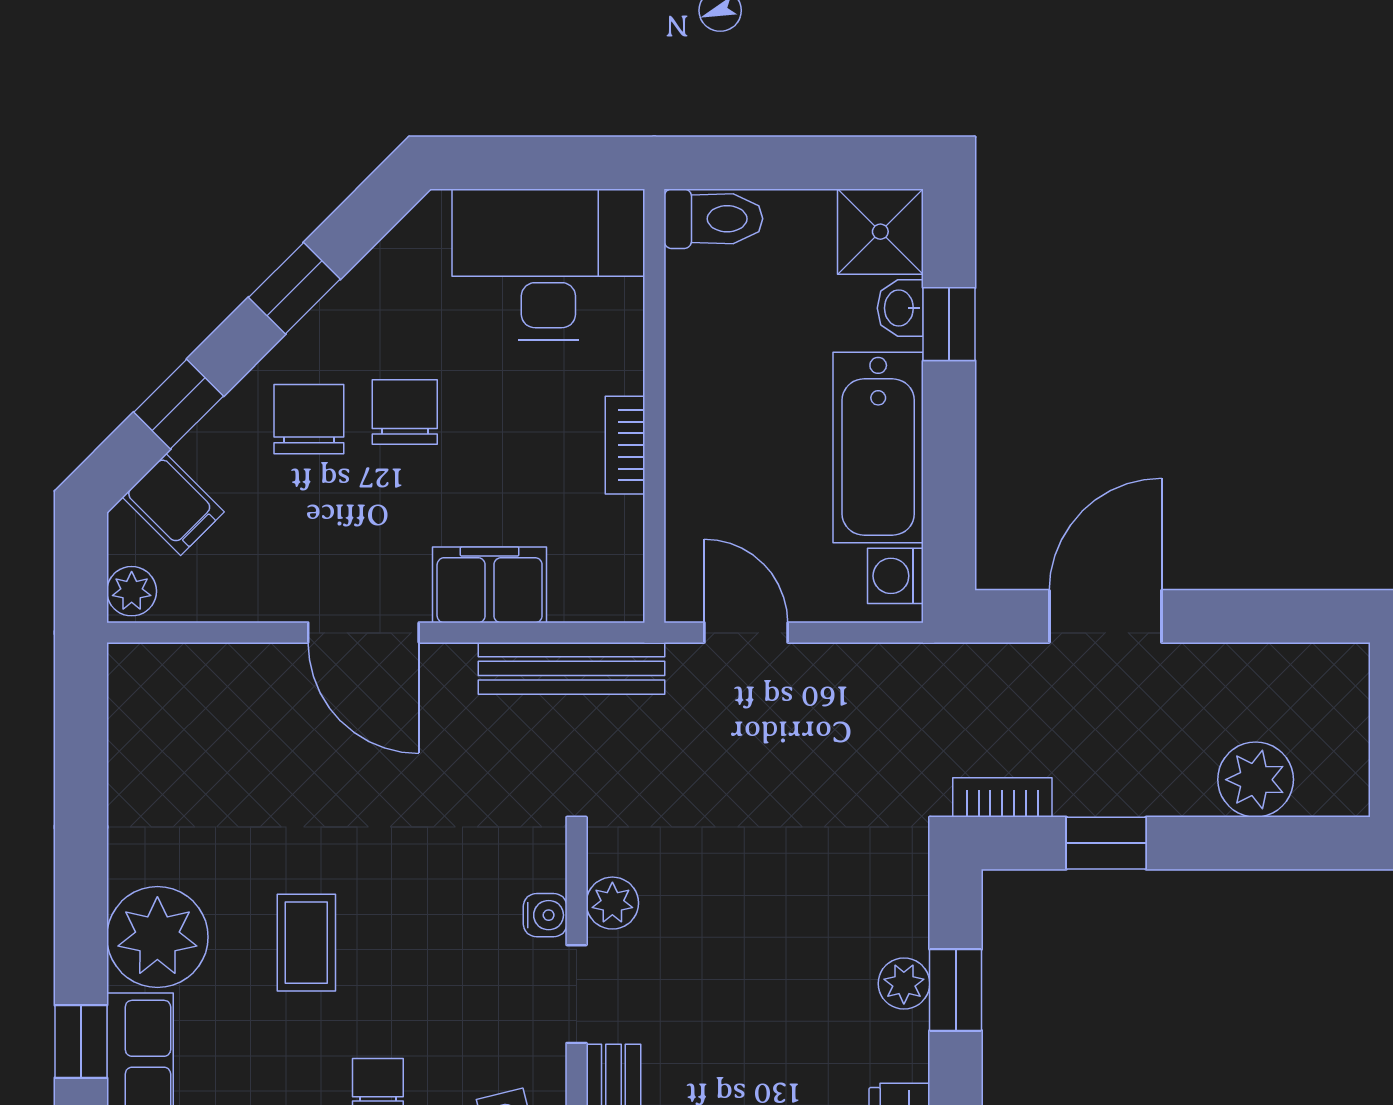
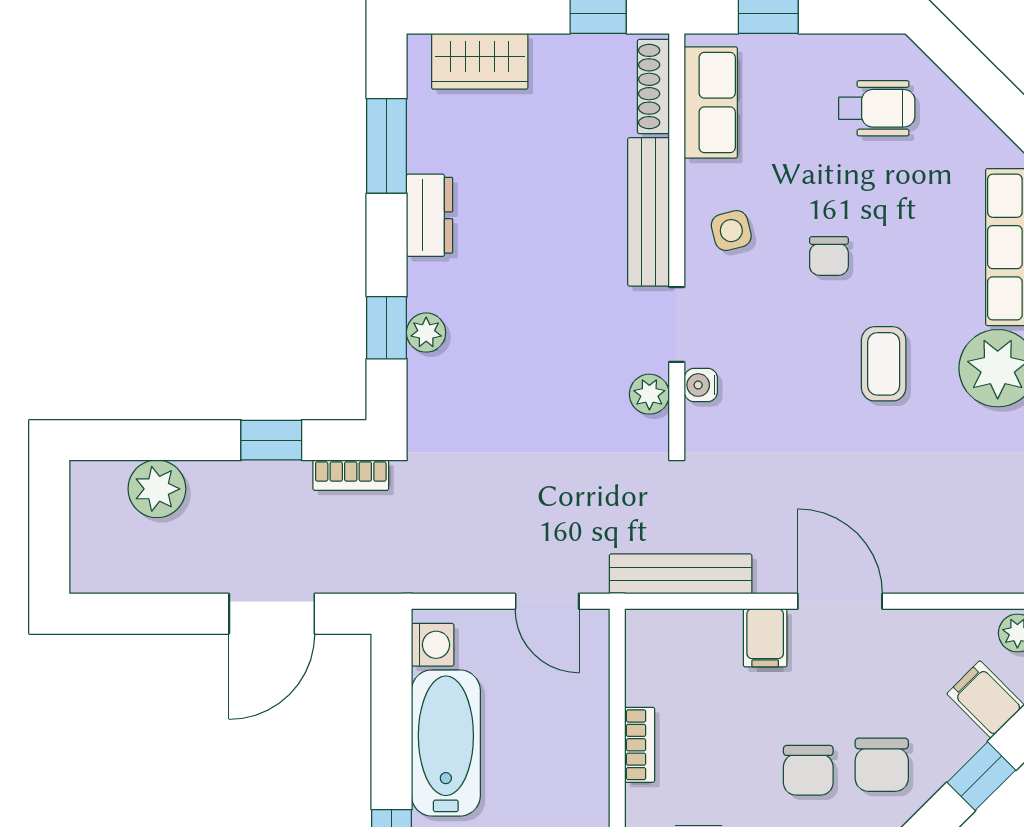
filing cabinet: (490, 585) -> (765, 638), width x0.50

